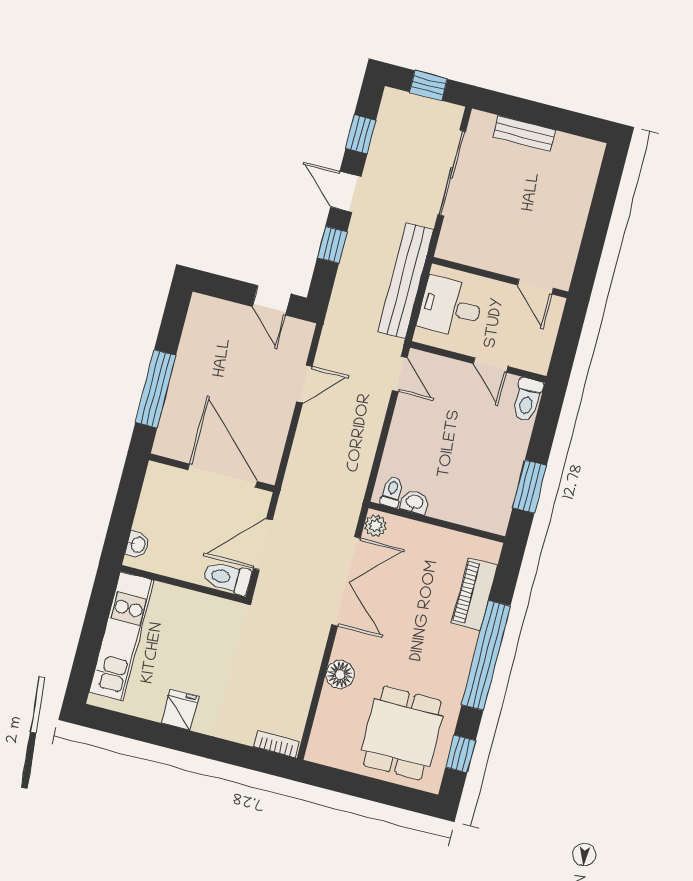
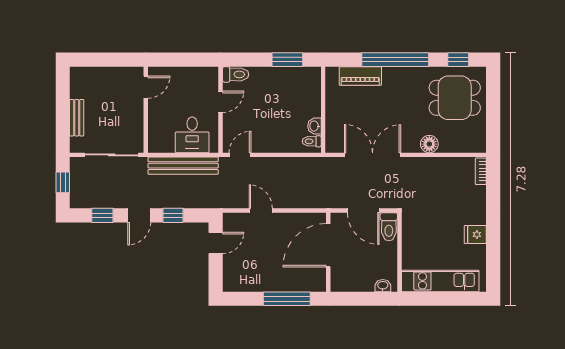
wall: (500, 278) -> (146, 110), moved
door: (535, 287) -> (146, 87), moved
plant: (376, 526) -> (335, 146), removed

